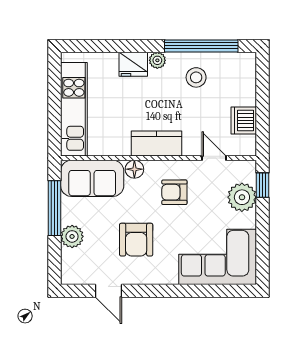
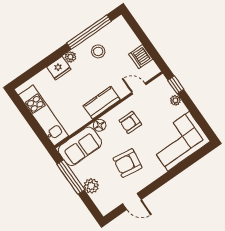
plant: (242, 197) -> (175, 100), width x0.53, depth x0.53
armchair: (136, 240) -> (127, 163), turned 98

